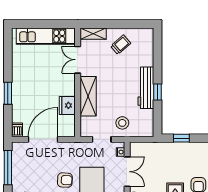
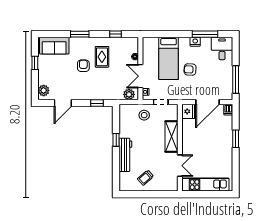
shelving: (93, 34) -> (167, 187), removed
workbench: (146, 88) -> (125, 155), moved
fridge: (67, 105) -> (188, 111), moved
plant: (141, 149) -> (129, 94), added

